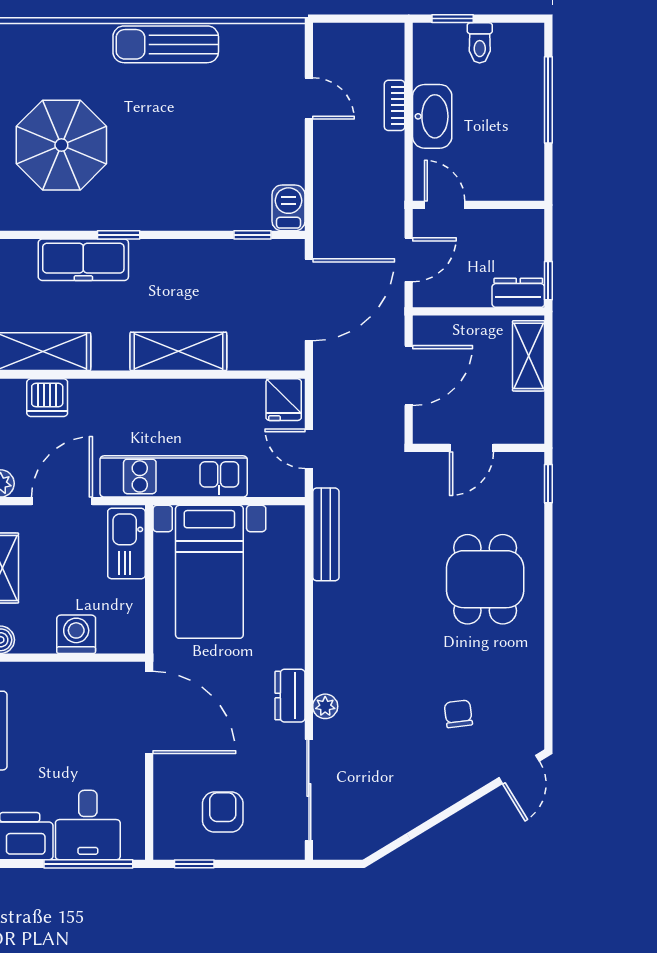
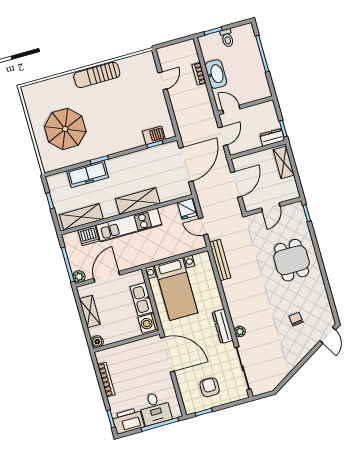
door: (309, 98) -> (163, 81), hinge flipped
barbecue: (288, 208) -> (154, 135), moved, turned 90
kitchen unit: (174, 476) -> (129, 225), moved, turned 180
kitchen sink: (126, 544) -> (142, 299), moved
washing machine: (76, 634) -> (148, 323), moved, turned -90
dresser: (290, 696) -> (223, 326), width x1.44

